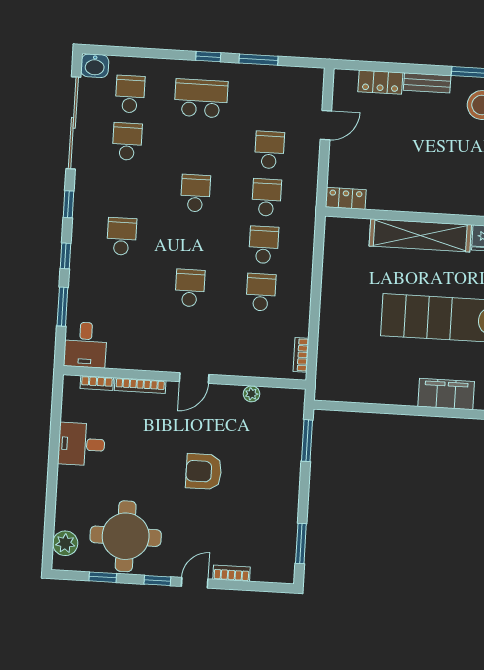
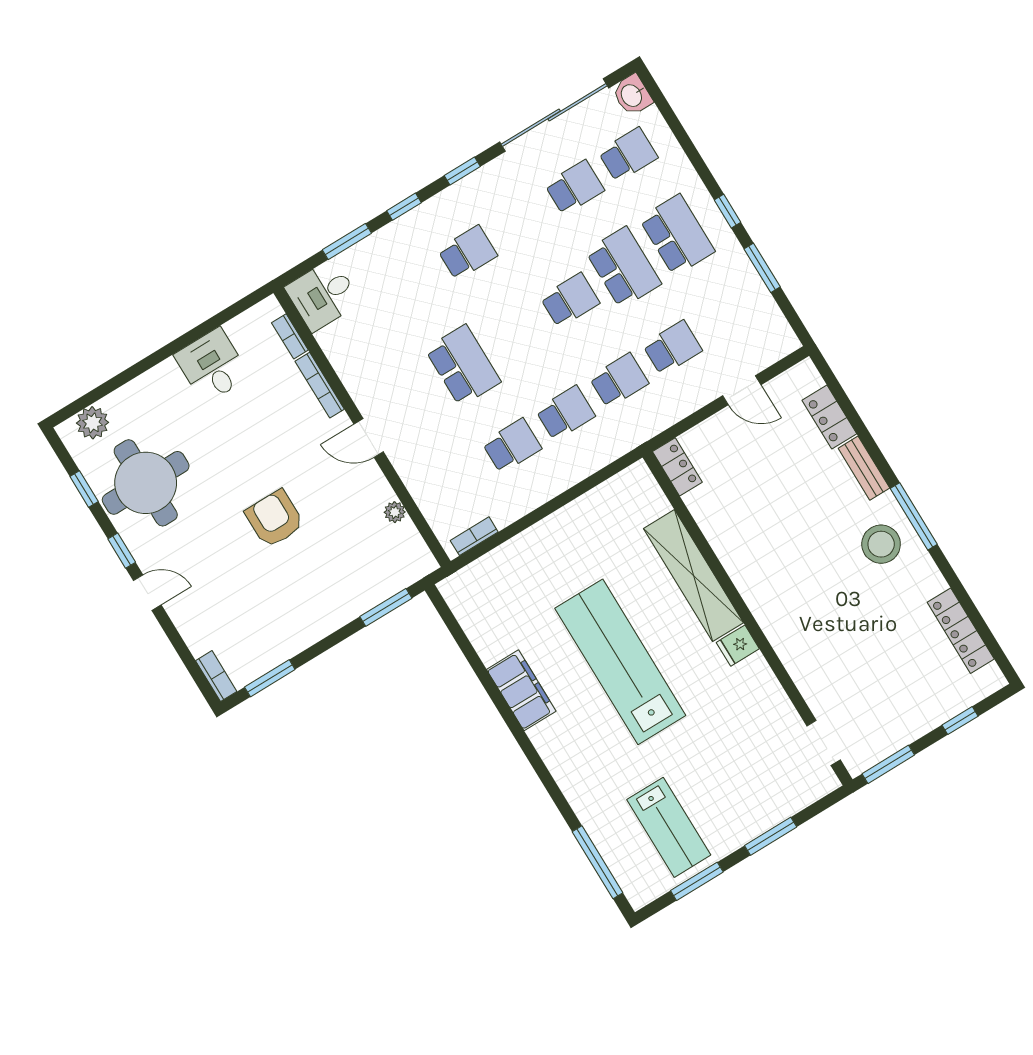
school desk: (198, 146) -> (623, 268), added
school desk: (190, 288) -> (463, 366), width x1.85
filing cabinet: (446, 394) -> (521, 690), moved
bookcase: (232, 573) -> (216, 676), moved

